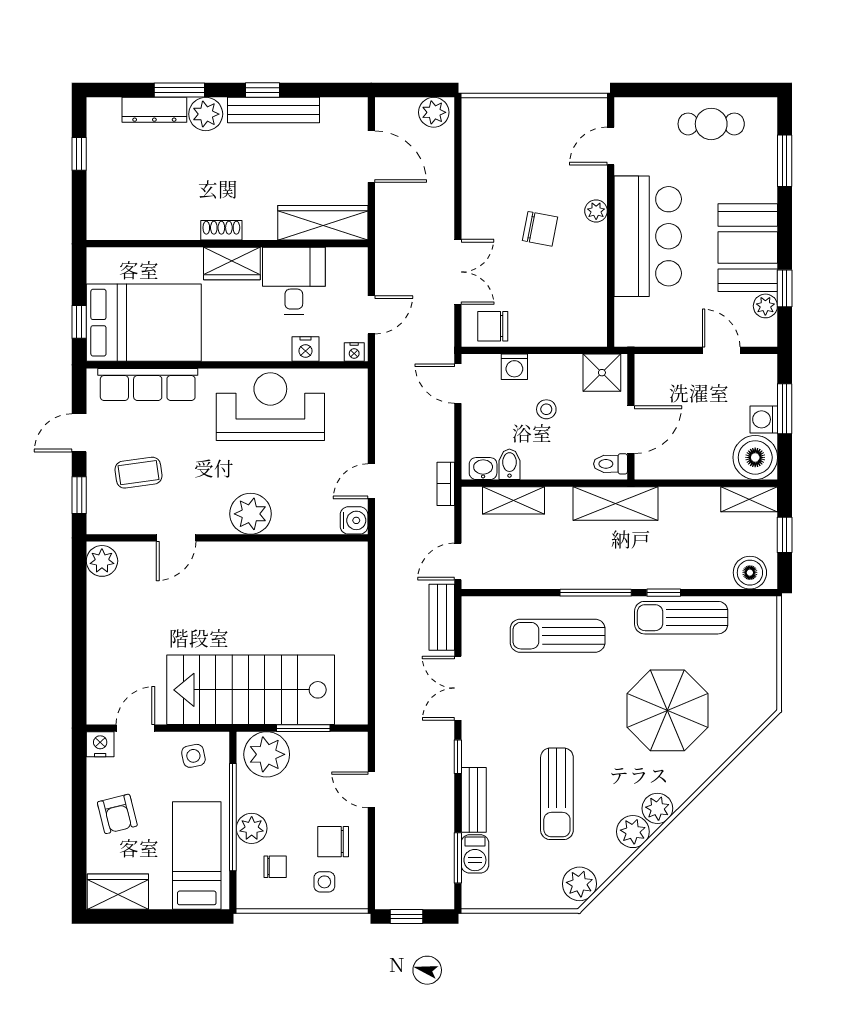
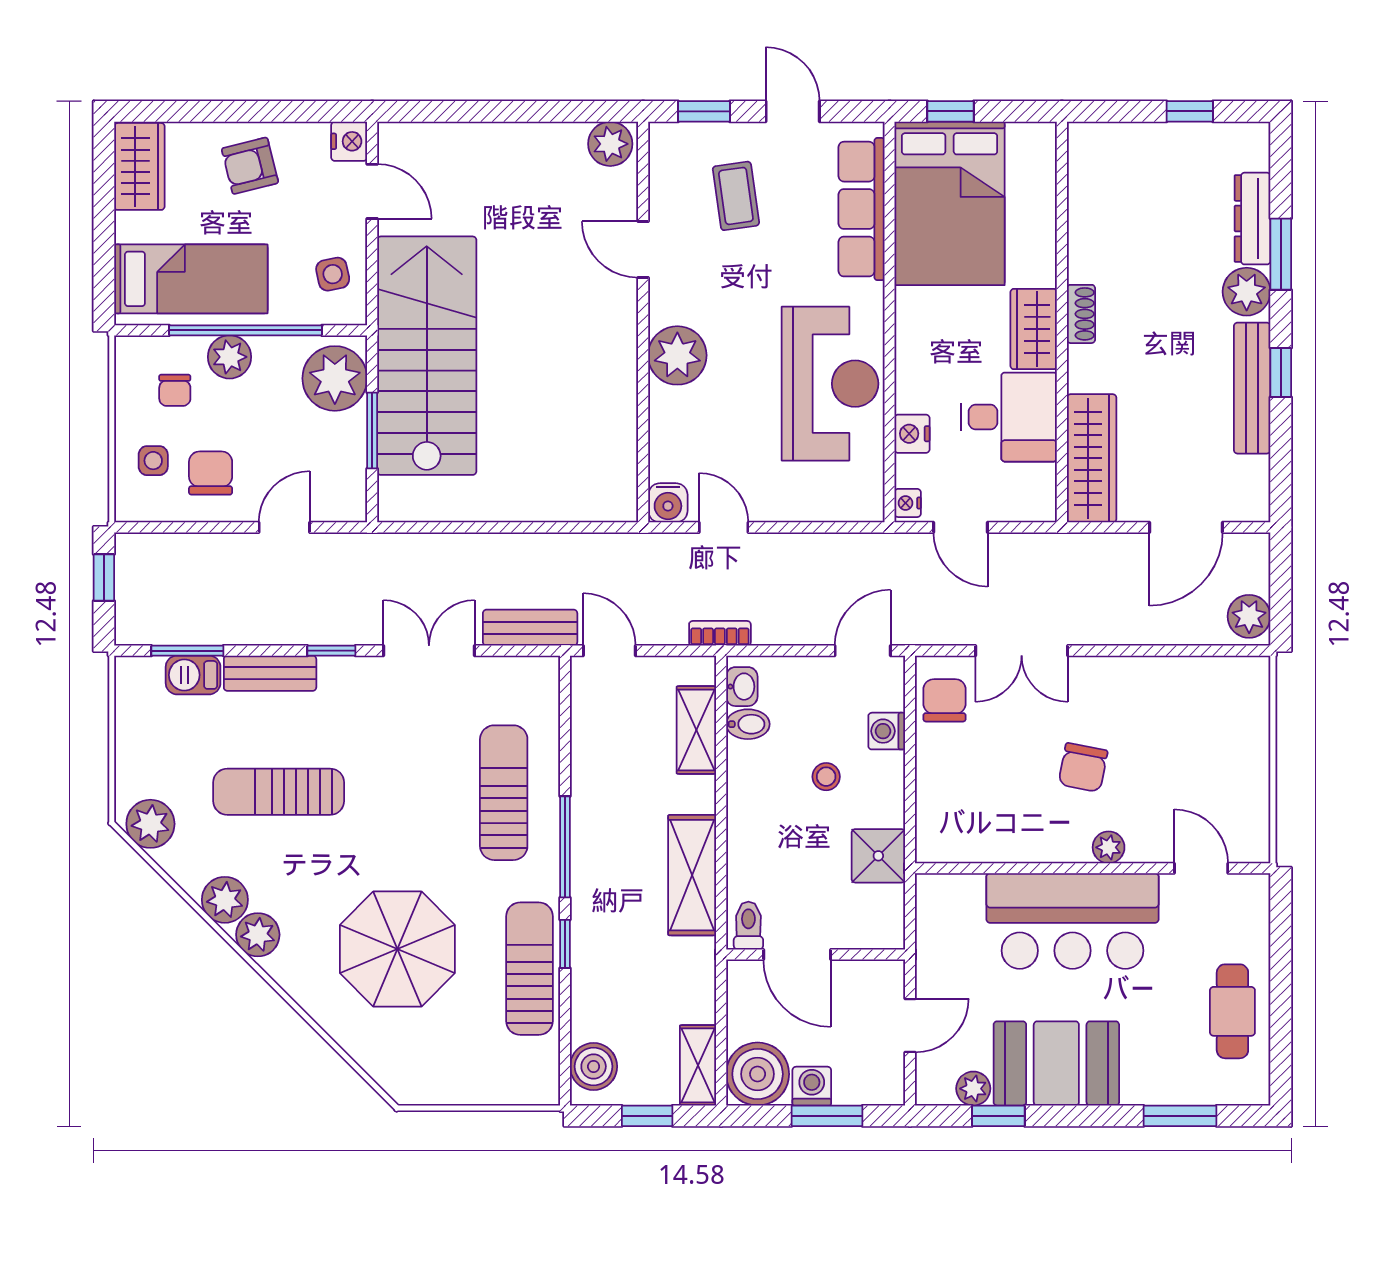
wall: (631, 417) -> (816, 954), moved
door: (631, 430) -> (797, 954), moved
toilet: (611, 464) -> (748, 926), moved

